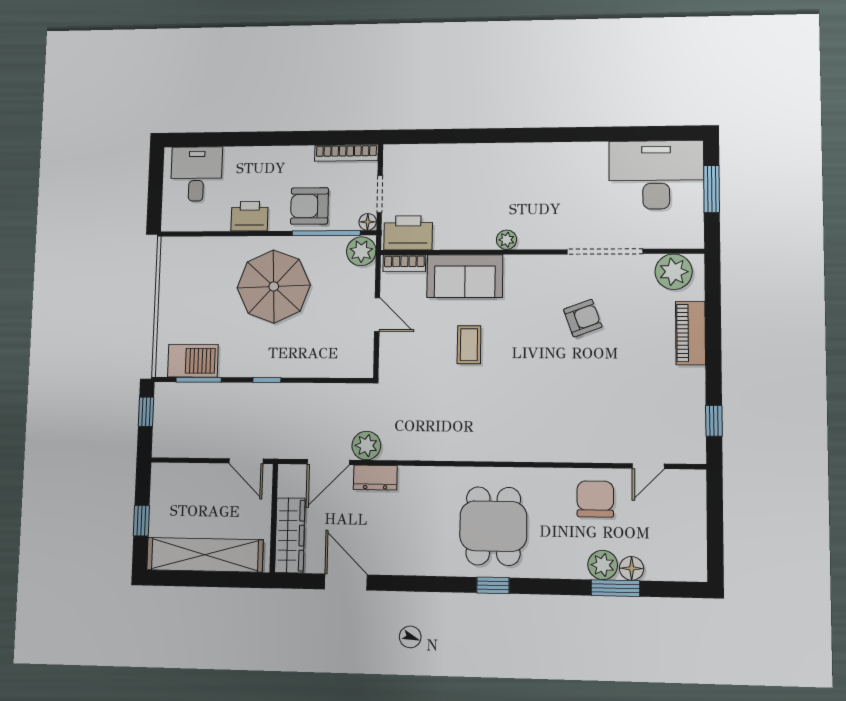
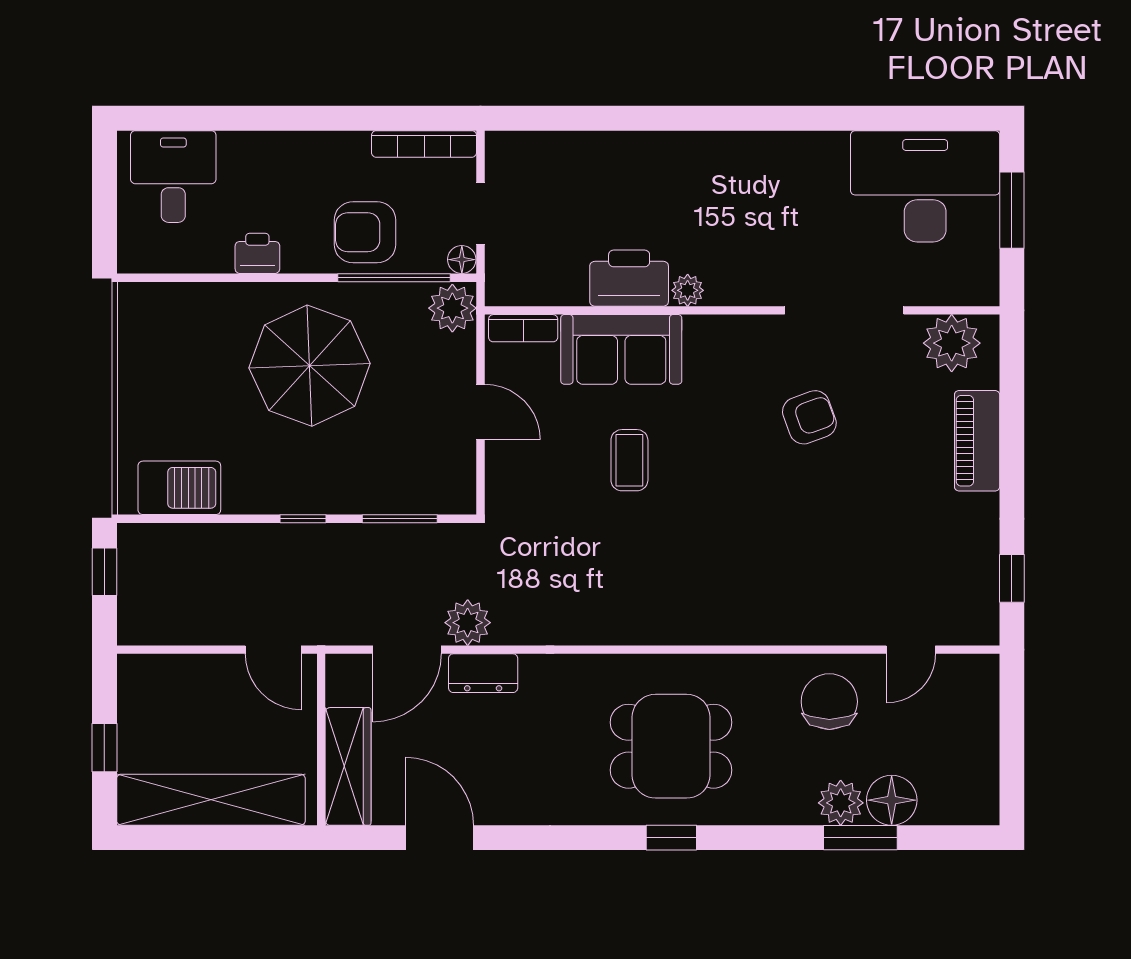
printer: (249, 216) -> (257, 253), width x0.73, depth x0.81
printer: (408, 233) -> (629, 278), moved
window: (199, 380) -> (400, 519), moved
dining table: (493, 526) -> (671, 746), turned 90
floor lamp: (632, 568) -> (892, 800), width x1.38, depth x1.38

